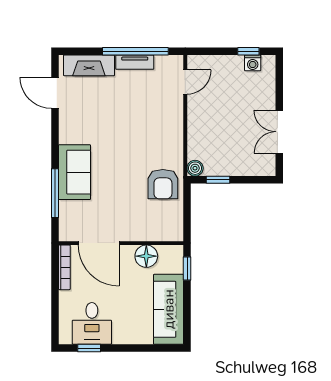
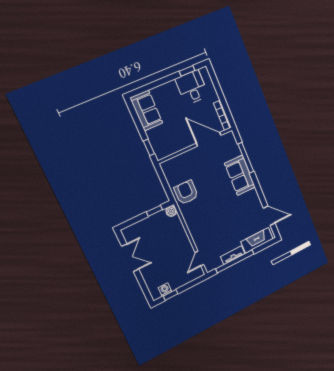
floor lamp: (146, 256) -> (177, 144), removed
sofa: (169, 309) -> (146, 110), width x0.73

